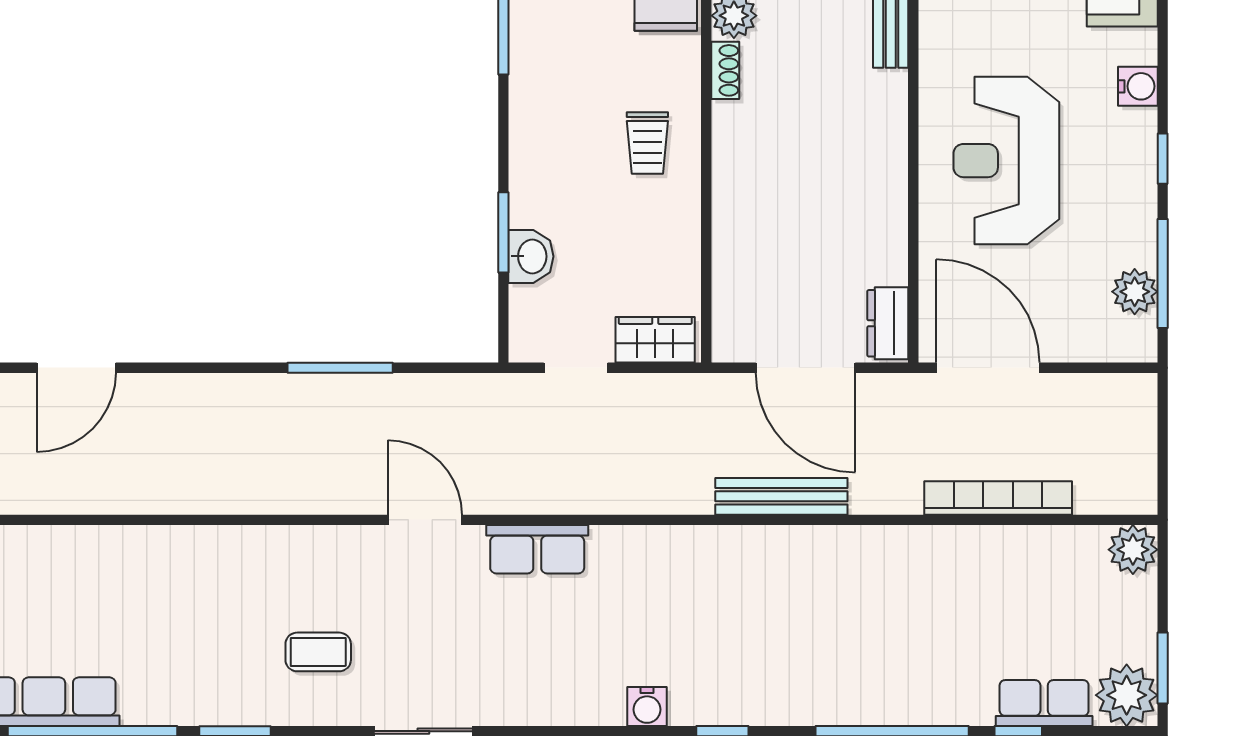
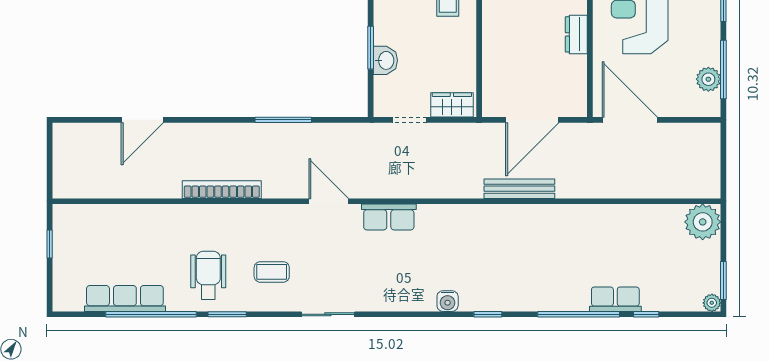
dresser: (888, 323) -> (576, 34), moved
door: (806, 368) -> (532, 120), hinge flipped
bookcase: (998, 498) -> (222, 190), moved
plant: (1133, 550) -> (703, 222), width x1.36, depth x1.36
wheelchair: (200, 658) -> (208, 275), added
plant: (1127, 695) -> (712, 303), width x0.53, depth x0.53
row of seats: (1044, 703) -> (615, 299), moved

